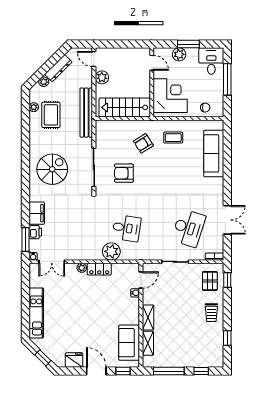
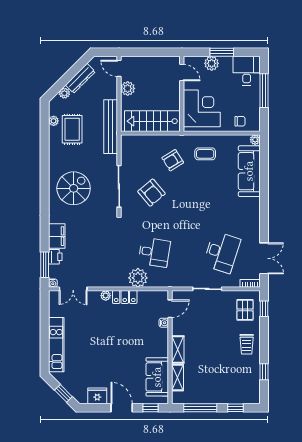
plant: (219, 125) -> (255, 140), added
armchair: (124, 173) -> (152, 193), turned -130
double door: (227, 220) -> (264, 258), moved

